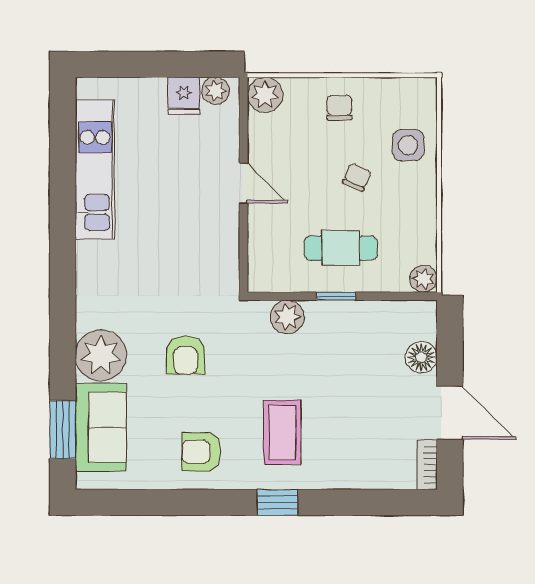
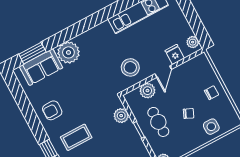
plant: (265, 95) -> (147, 91), moved
fridge: (184, 96) -> (175, 54), moved, turned 90
stool: (199, 246) -> (130, 67), added
armchair: (185, 355) -> (86, 85), removed
armchair: (201, 452) -> (52, 110), turned -90

